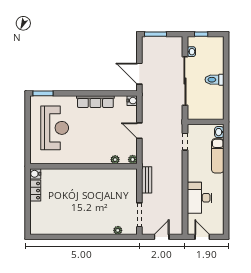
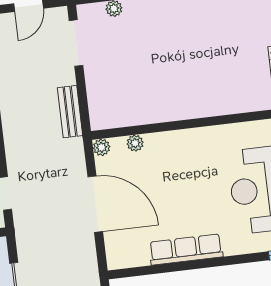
water cooler: (132, 101) -> (116, 260), removed
door: (139, 131) -> (95, 204), width x1.88

